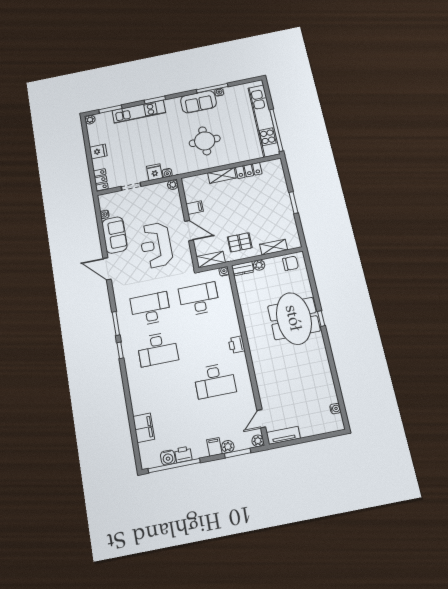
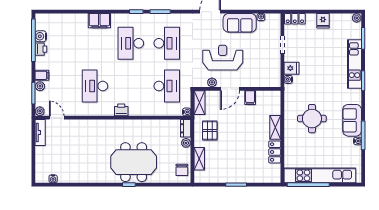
plant: (173, 185) -> (212, 82), moved
filing cabinet: (144, 428) -> (99, 21), moved

